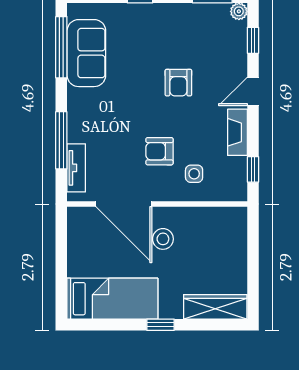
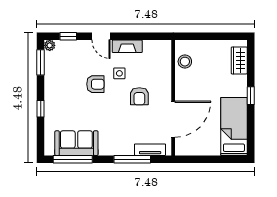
window: (253, 169) -> (151, 36), removed
side table: (194, 174) -> (119, 73), moved
stool: (163, 239) -> (185, 62), moved
wardrobe: (215, 307) -> (239, 60), width x0.67

